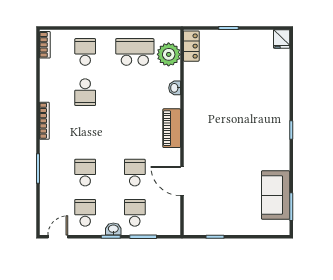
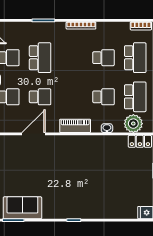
school desk: (85, 52) -> (135, 58), width x1.85
school desk: (85, 92) -> (104, 58), turned 180
school desk: (135, 92) -> (104, 97), added
school desk: (85, 173) -> (40, 58), width x1.85

